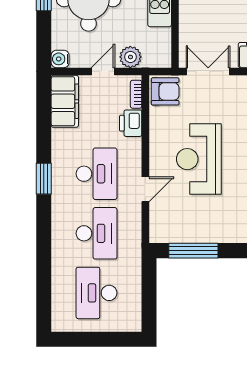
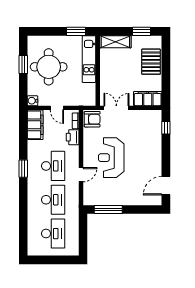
plant: (130, 57) -> (72, 100), removed
door: (103, 71) -> (57, 108), swing flipped
desk: (96, 293) -> (53, 234), turned 180

